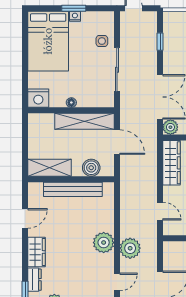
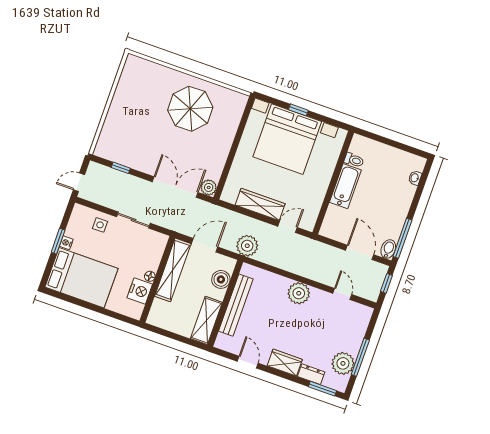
sliding door: (117, 70) -> (133, 220), width x0.73
nightstand: (38, 98) -> (140, 291), moved
wardrobe: (172, 163) -> (260, 204), moved
plant: (130, 248) -> (247, 246), moved

